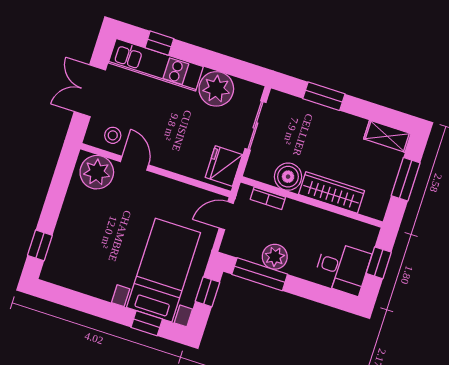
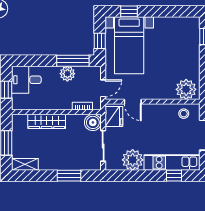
door: (134, 163) -> (133, 102), moved
boiler: (288, 177) -> (93, 122), moved

